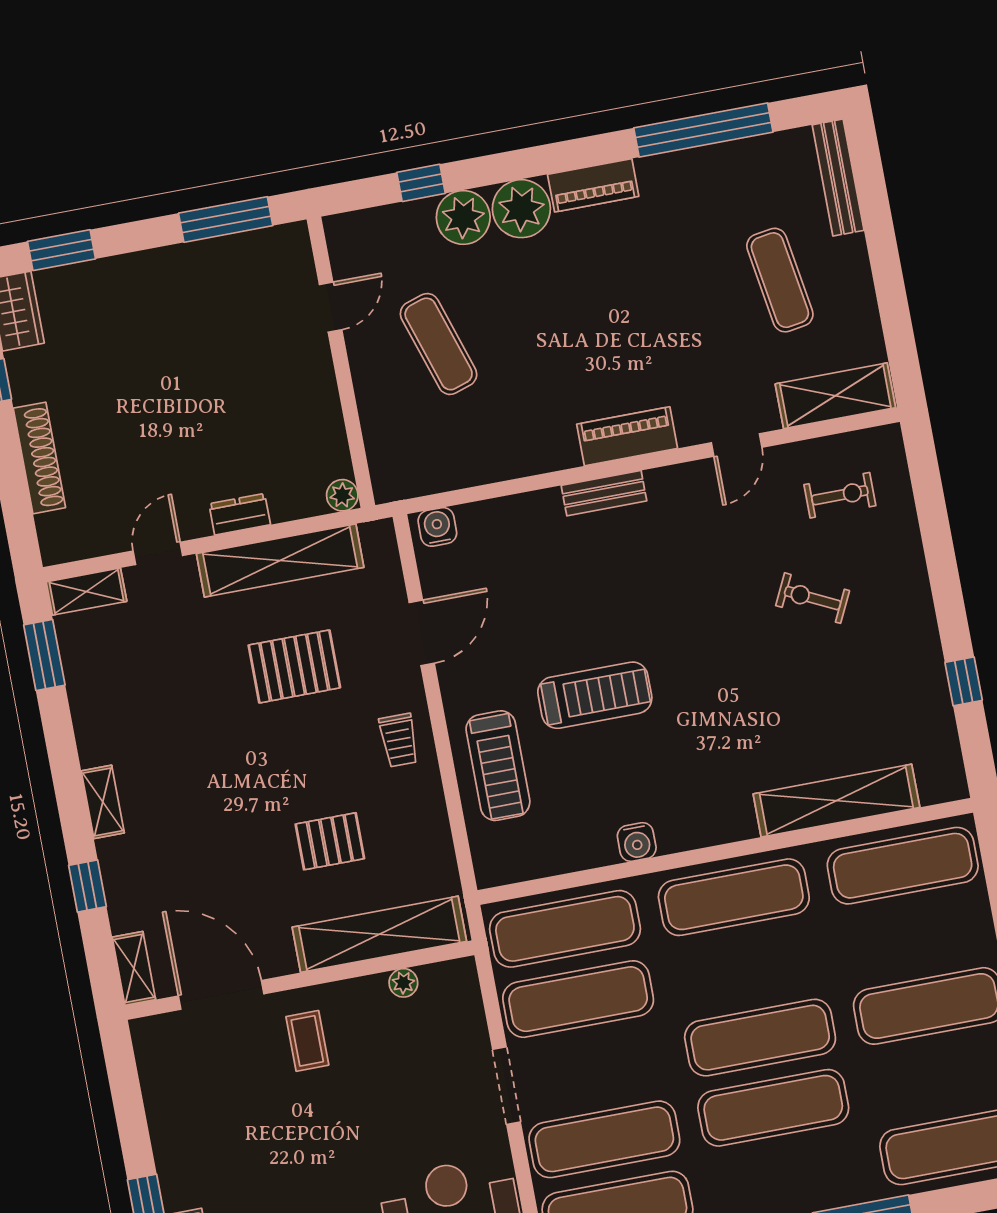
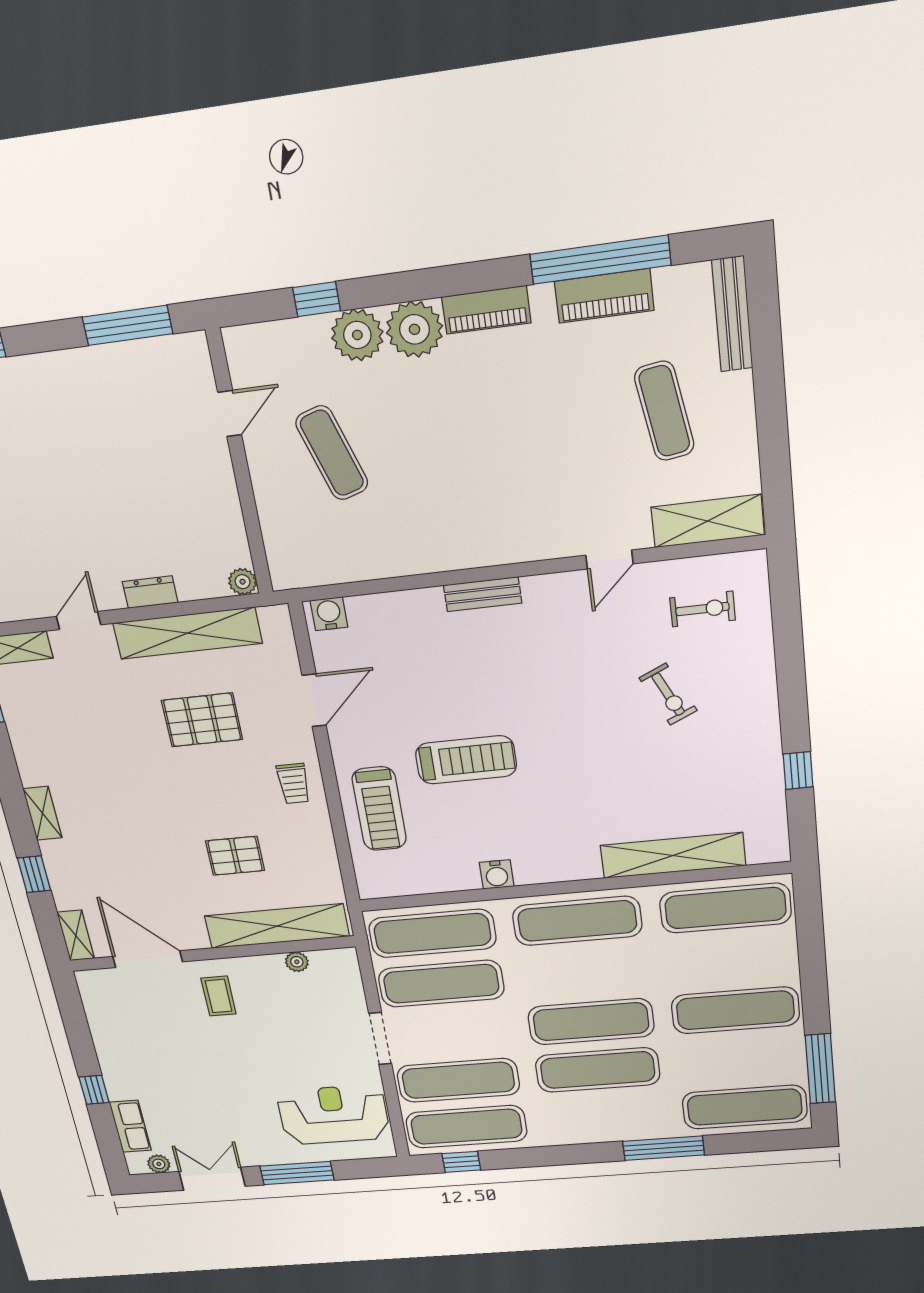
piano: (627, 436) -> (604, 296), moved, turned 180
exercise bike: (813, 598) -> (668, 694), turned -141

